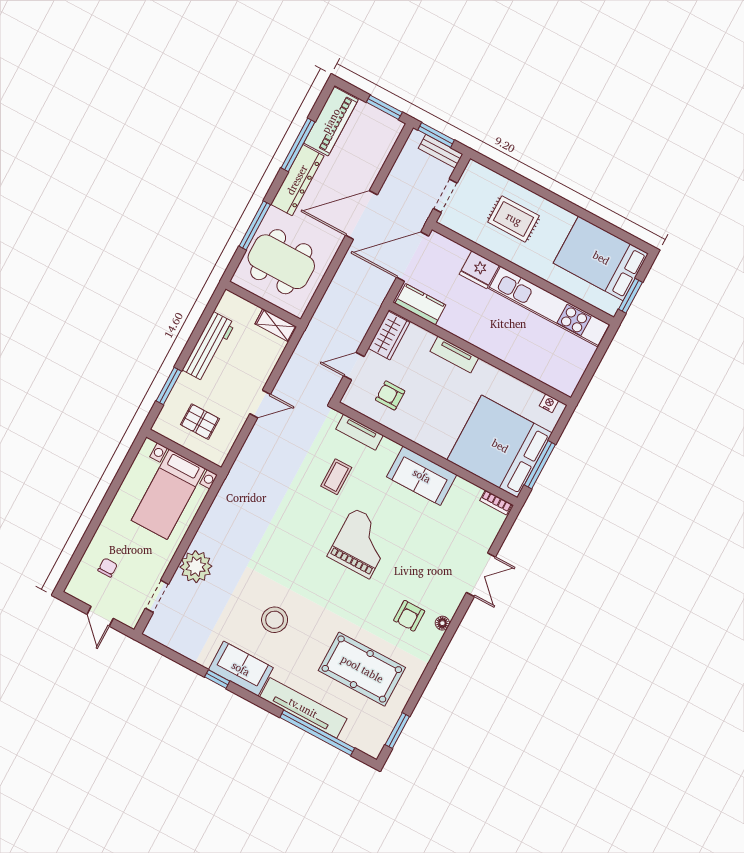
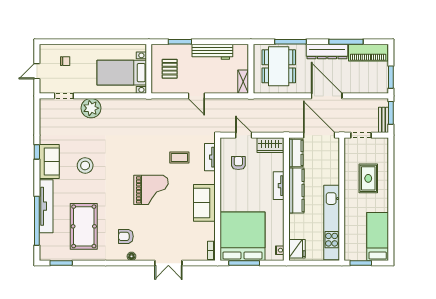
bed: (601, 258) -> (378, 236), width x0.67
fridge: (479, 270) -> (297, 249), moved, turned 180
kitchen counter: (475, 332) -> (296, 190), added

